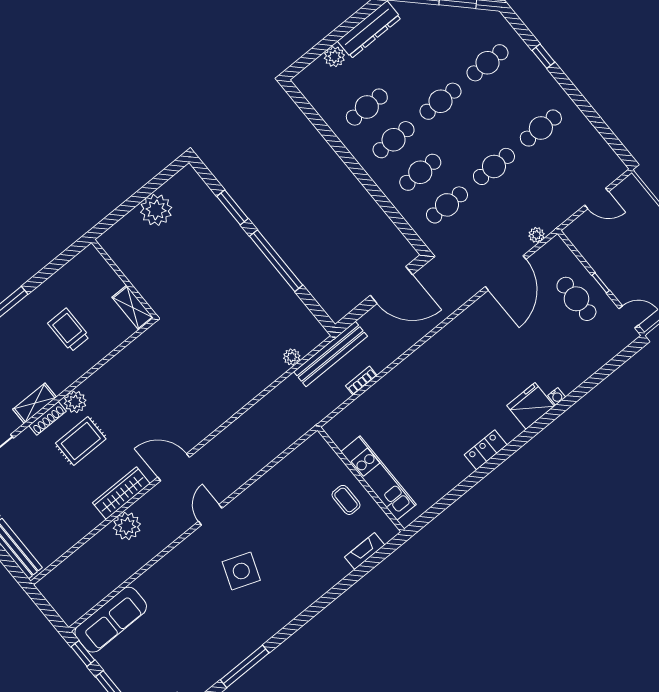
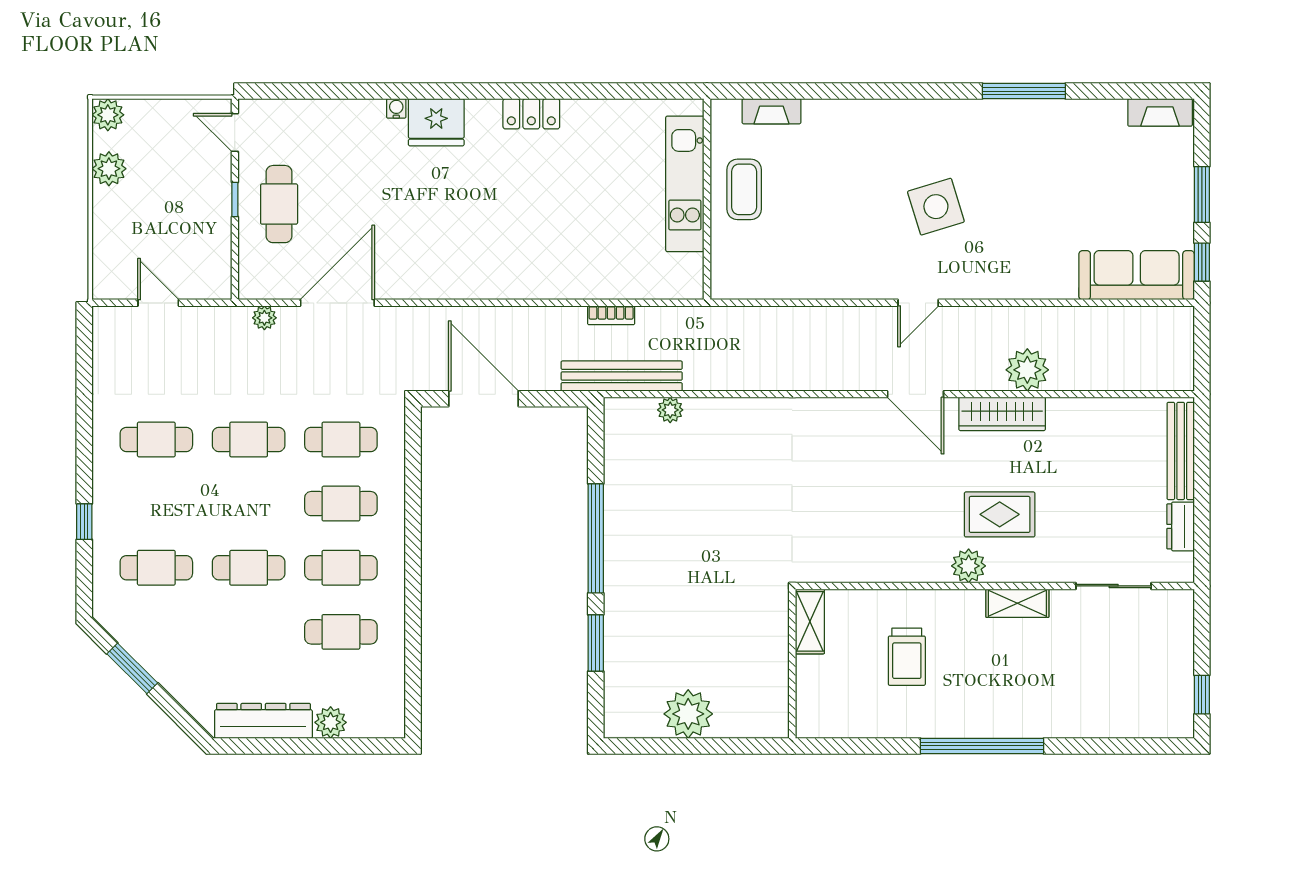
shoe rack: (47, 418) -> (1017, 573), removed
coffee table: (346, 500) -> (744, 189), width x1.36, depth x1.30
side table: (241, 571) -> (936, 207), turned -37

